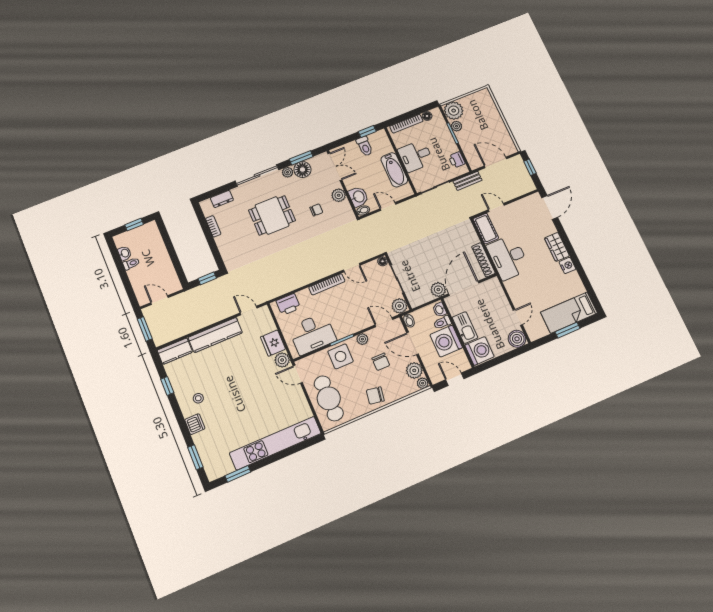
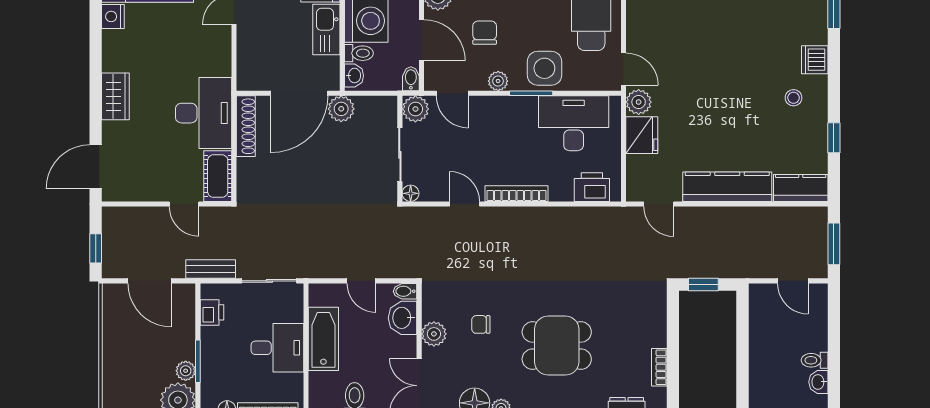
nightstand: (567, 265) -> (113, 16), moved

